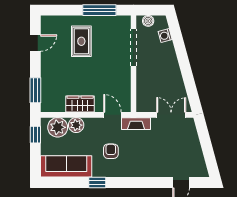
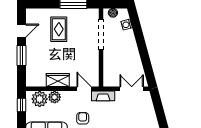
window: (35, 90) -> (22, 56), moved

